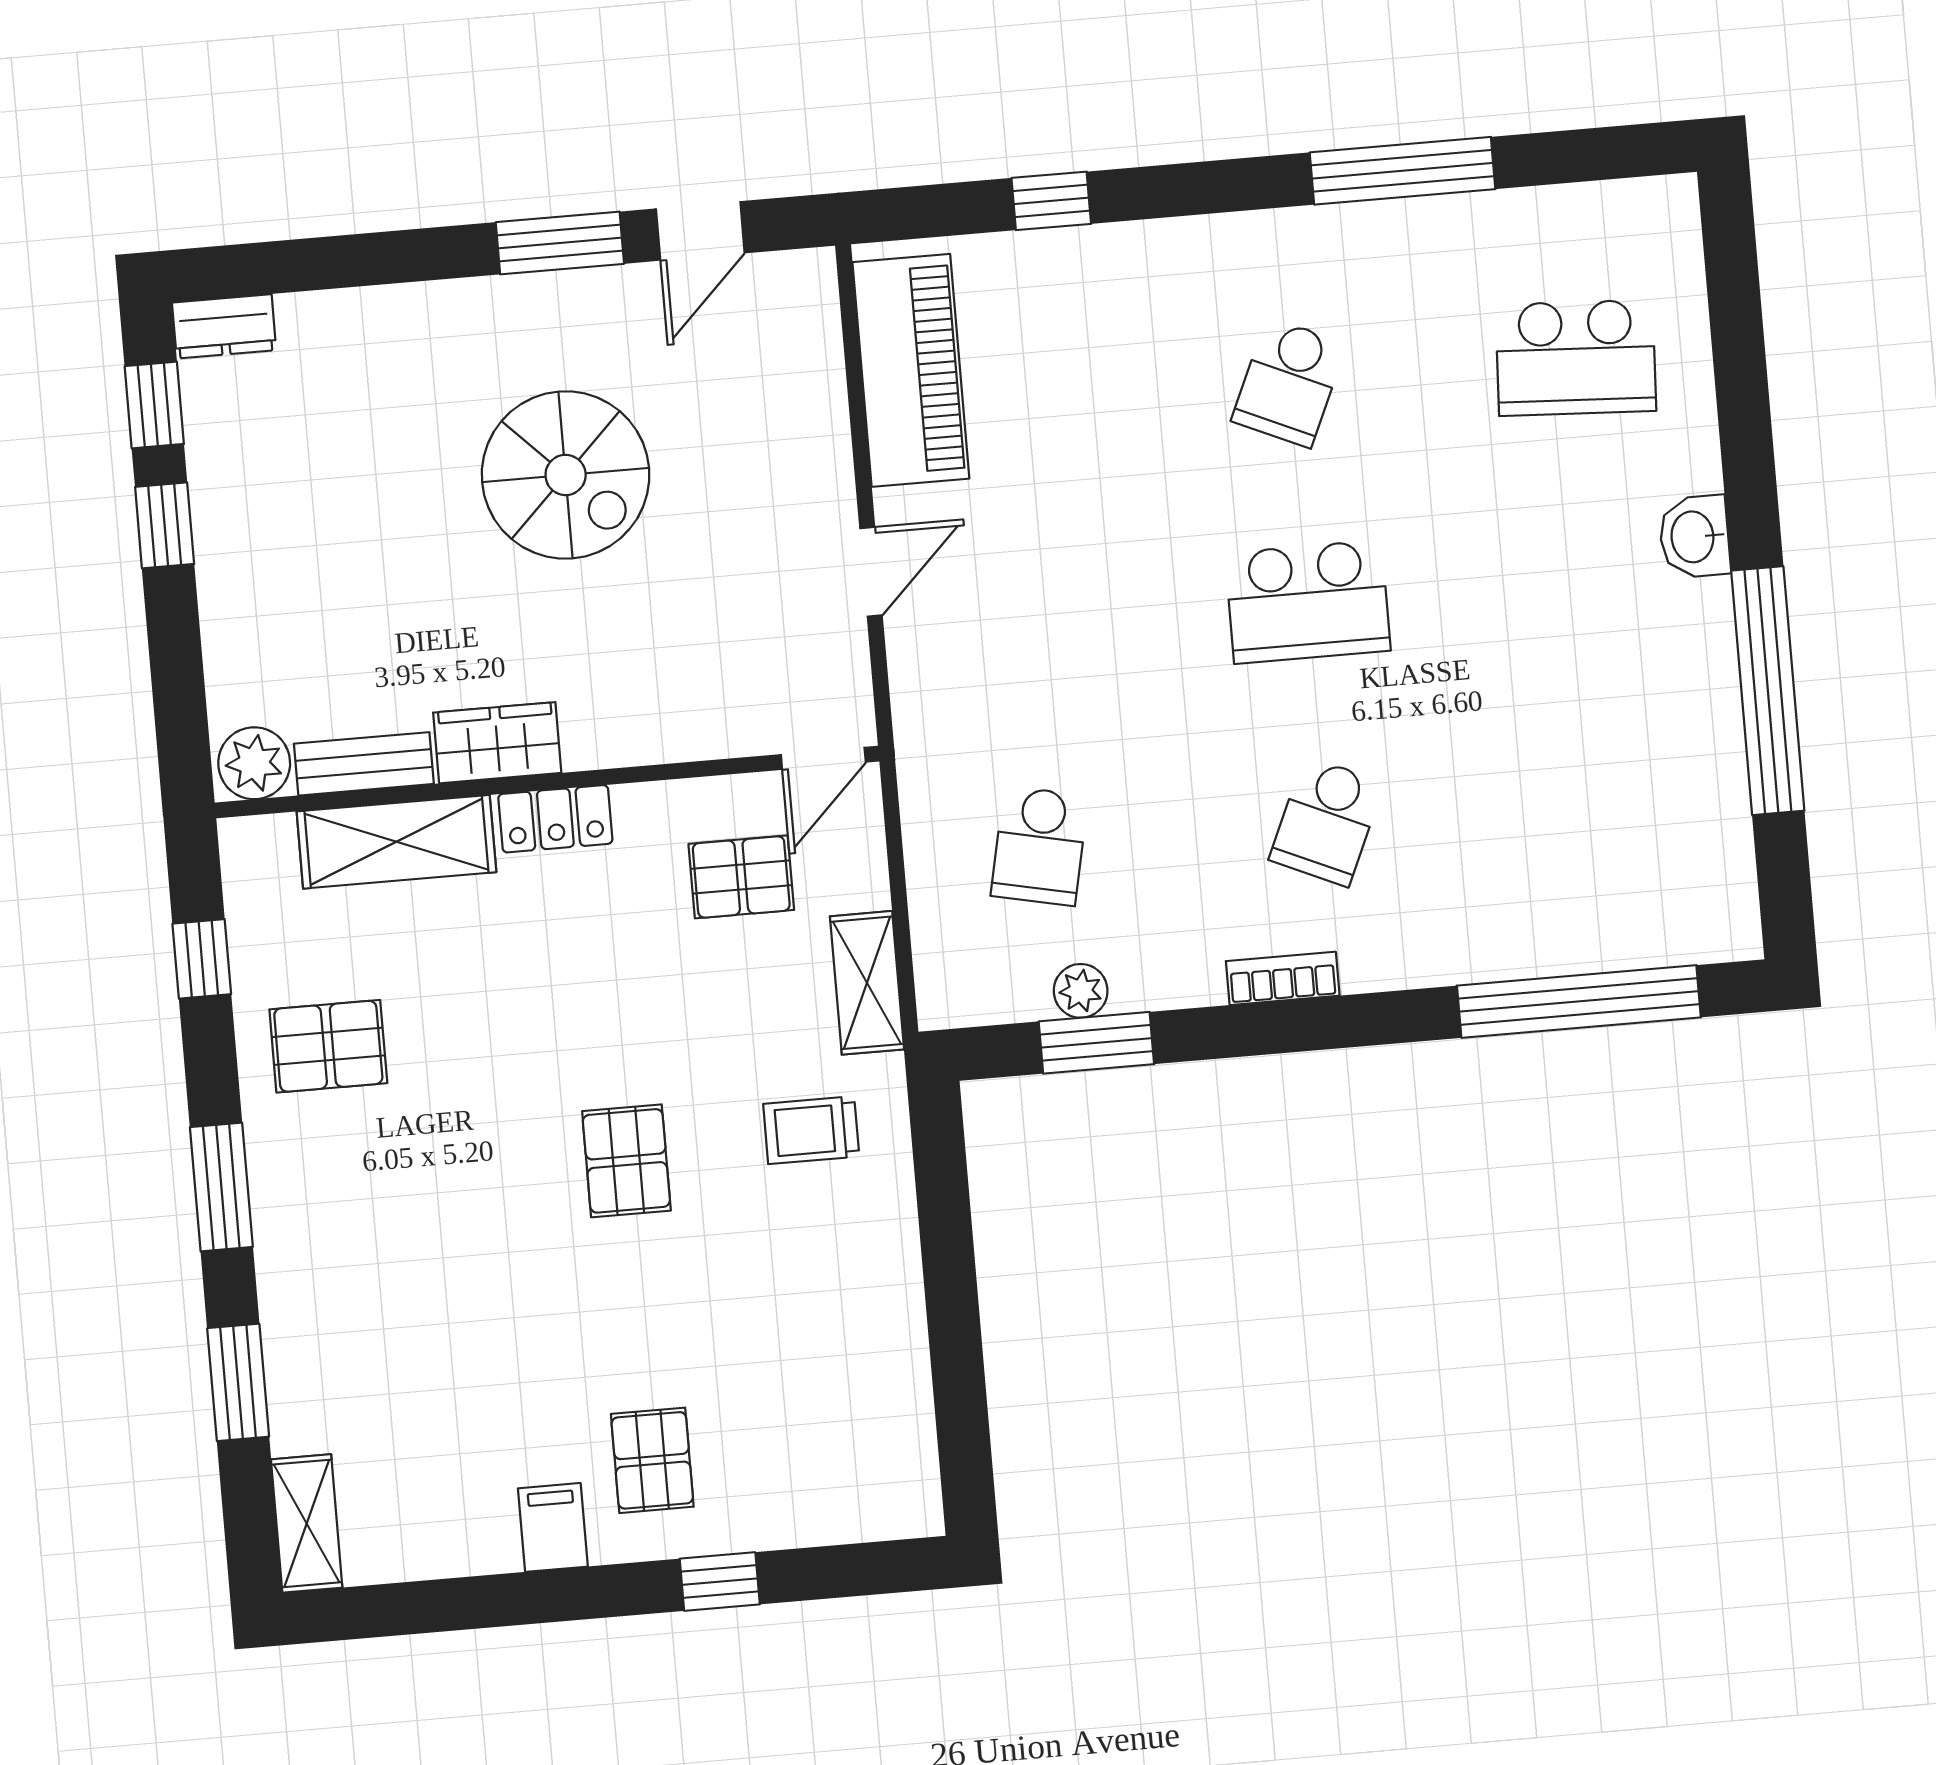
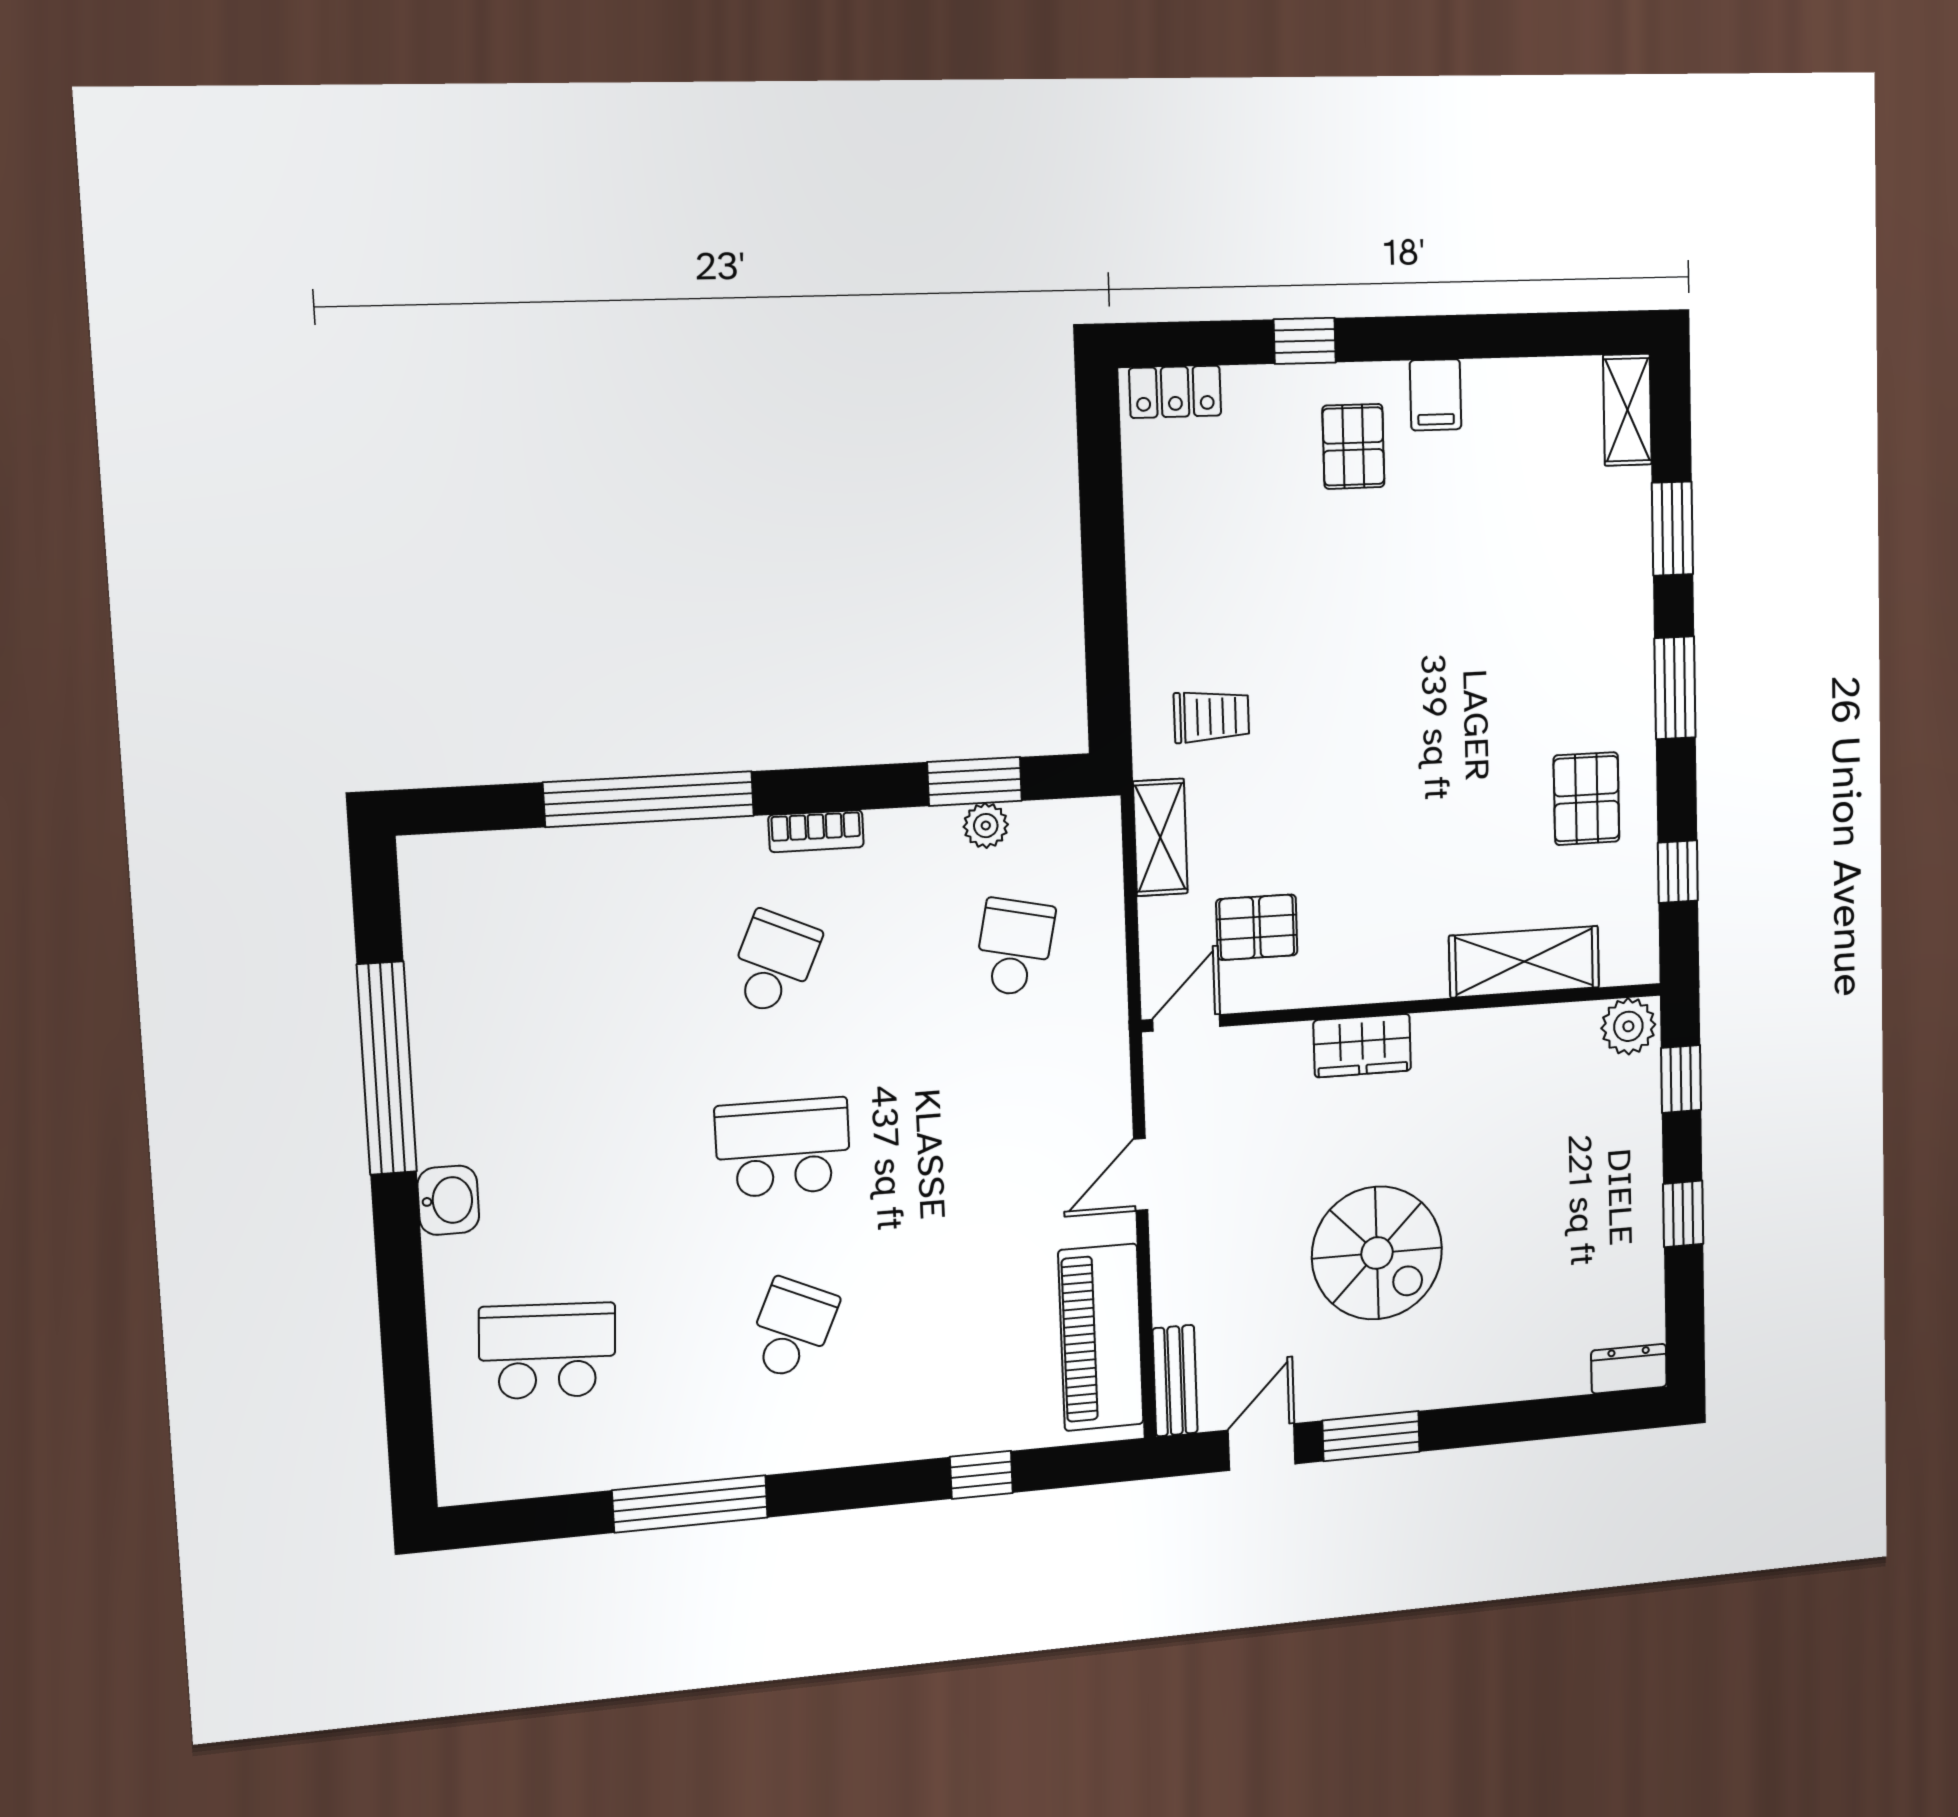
window: (154, 405) -> (1681, 1079), moved
spiral stairs: (566, 475) -> (1377, 1253), turned 180
wardrobe: (497, 743) -> (1362, 1046), moved
bench: (364, 764) -> (1175, 1381), moved, turned 90
locker: (555, 819) -> (1175, 392), moved, turned 180
window: (1579, 1001) -> (649, 799), moved
pallet: (328, 1046) -> (1586, 799), turned 90
pallet: (626, 1161) -> (1360, 697), removed

